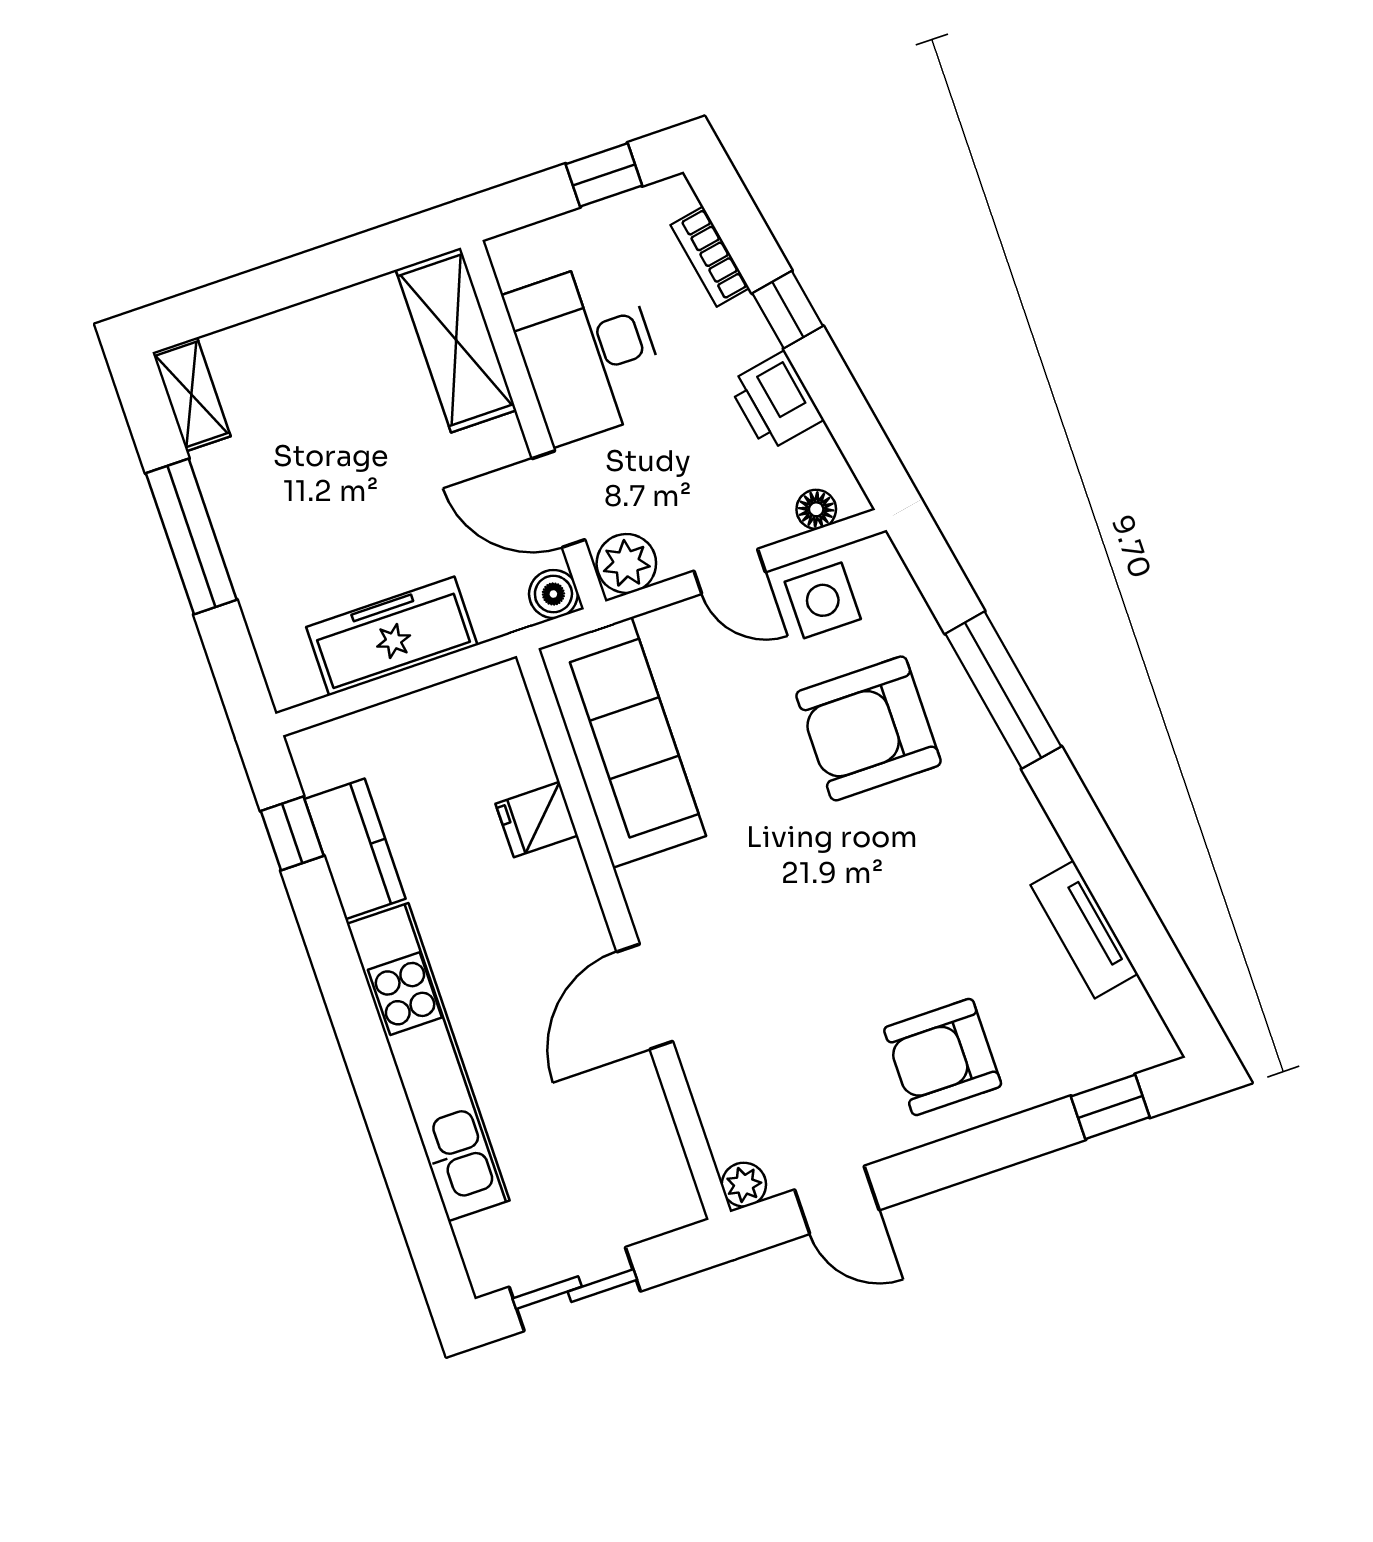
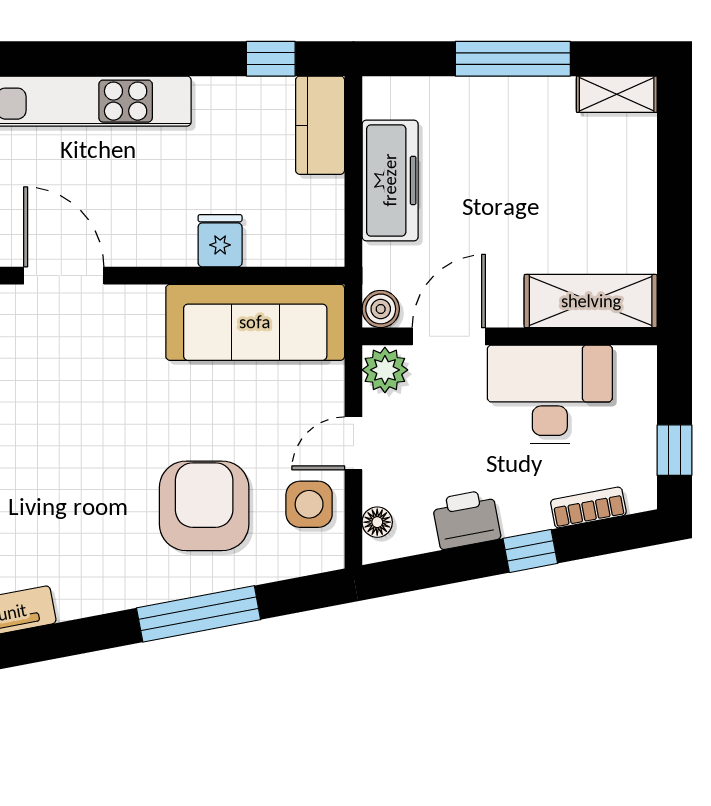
kitchen counter: (355, 849) -> (320, 125), moved, turned 90

